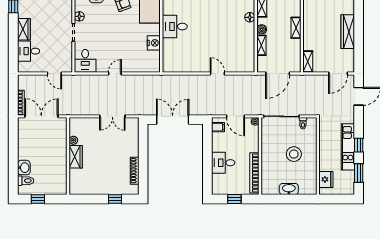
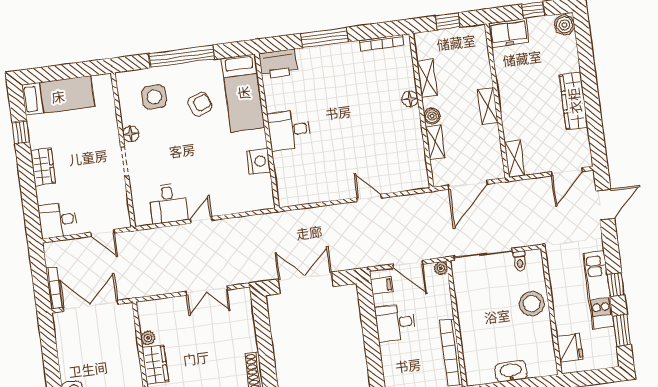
desk: (29, 51) -> (58, 220), moved
desk: (85, 61) -> (168, 203), moved
stool: (294, 154) -> (532, 304), moved
desk: (223, 163) -> (395, 323), moved

